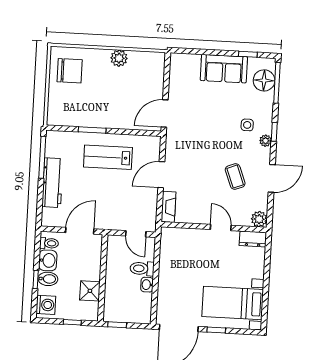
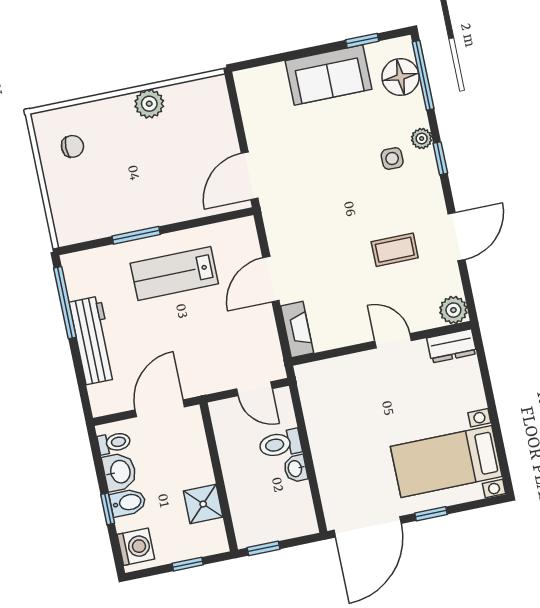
chair: (70, 71) -> (72, 146), width x0.54, depth x0.54
plant: (265, 141) -> (422, 139), moved
coffee table: (235, 177) -> (395, 250), turned -69

